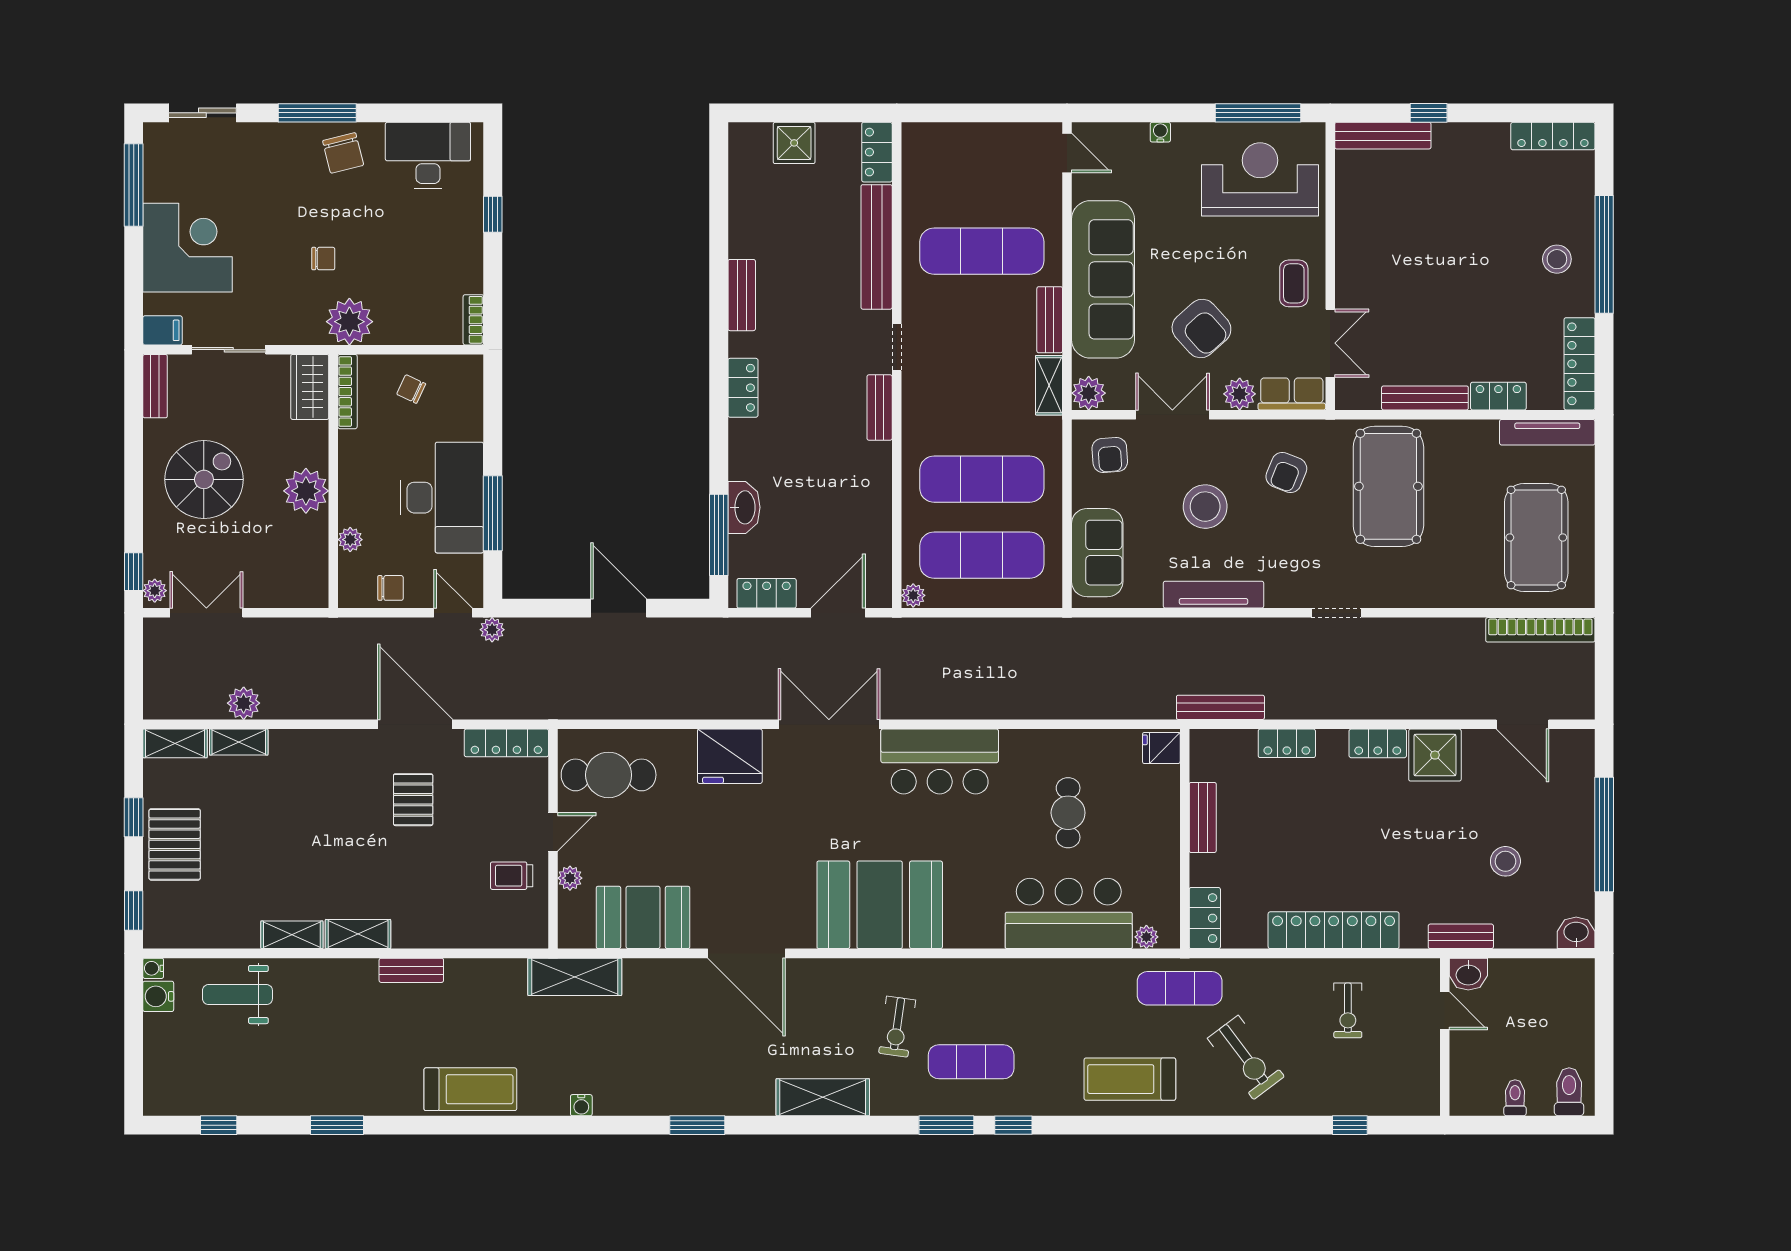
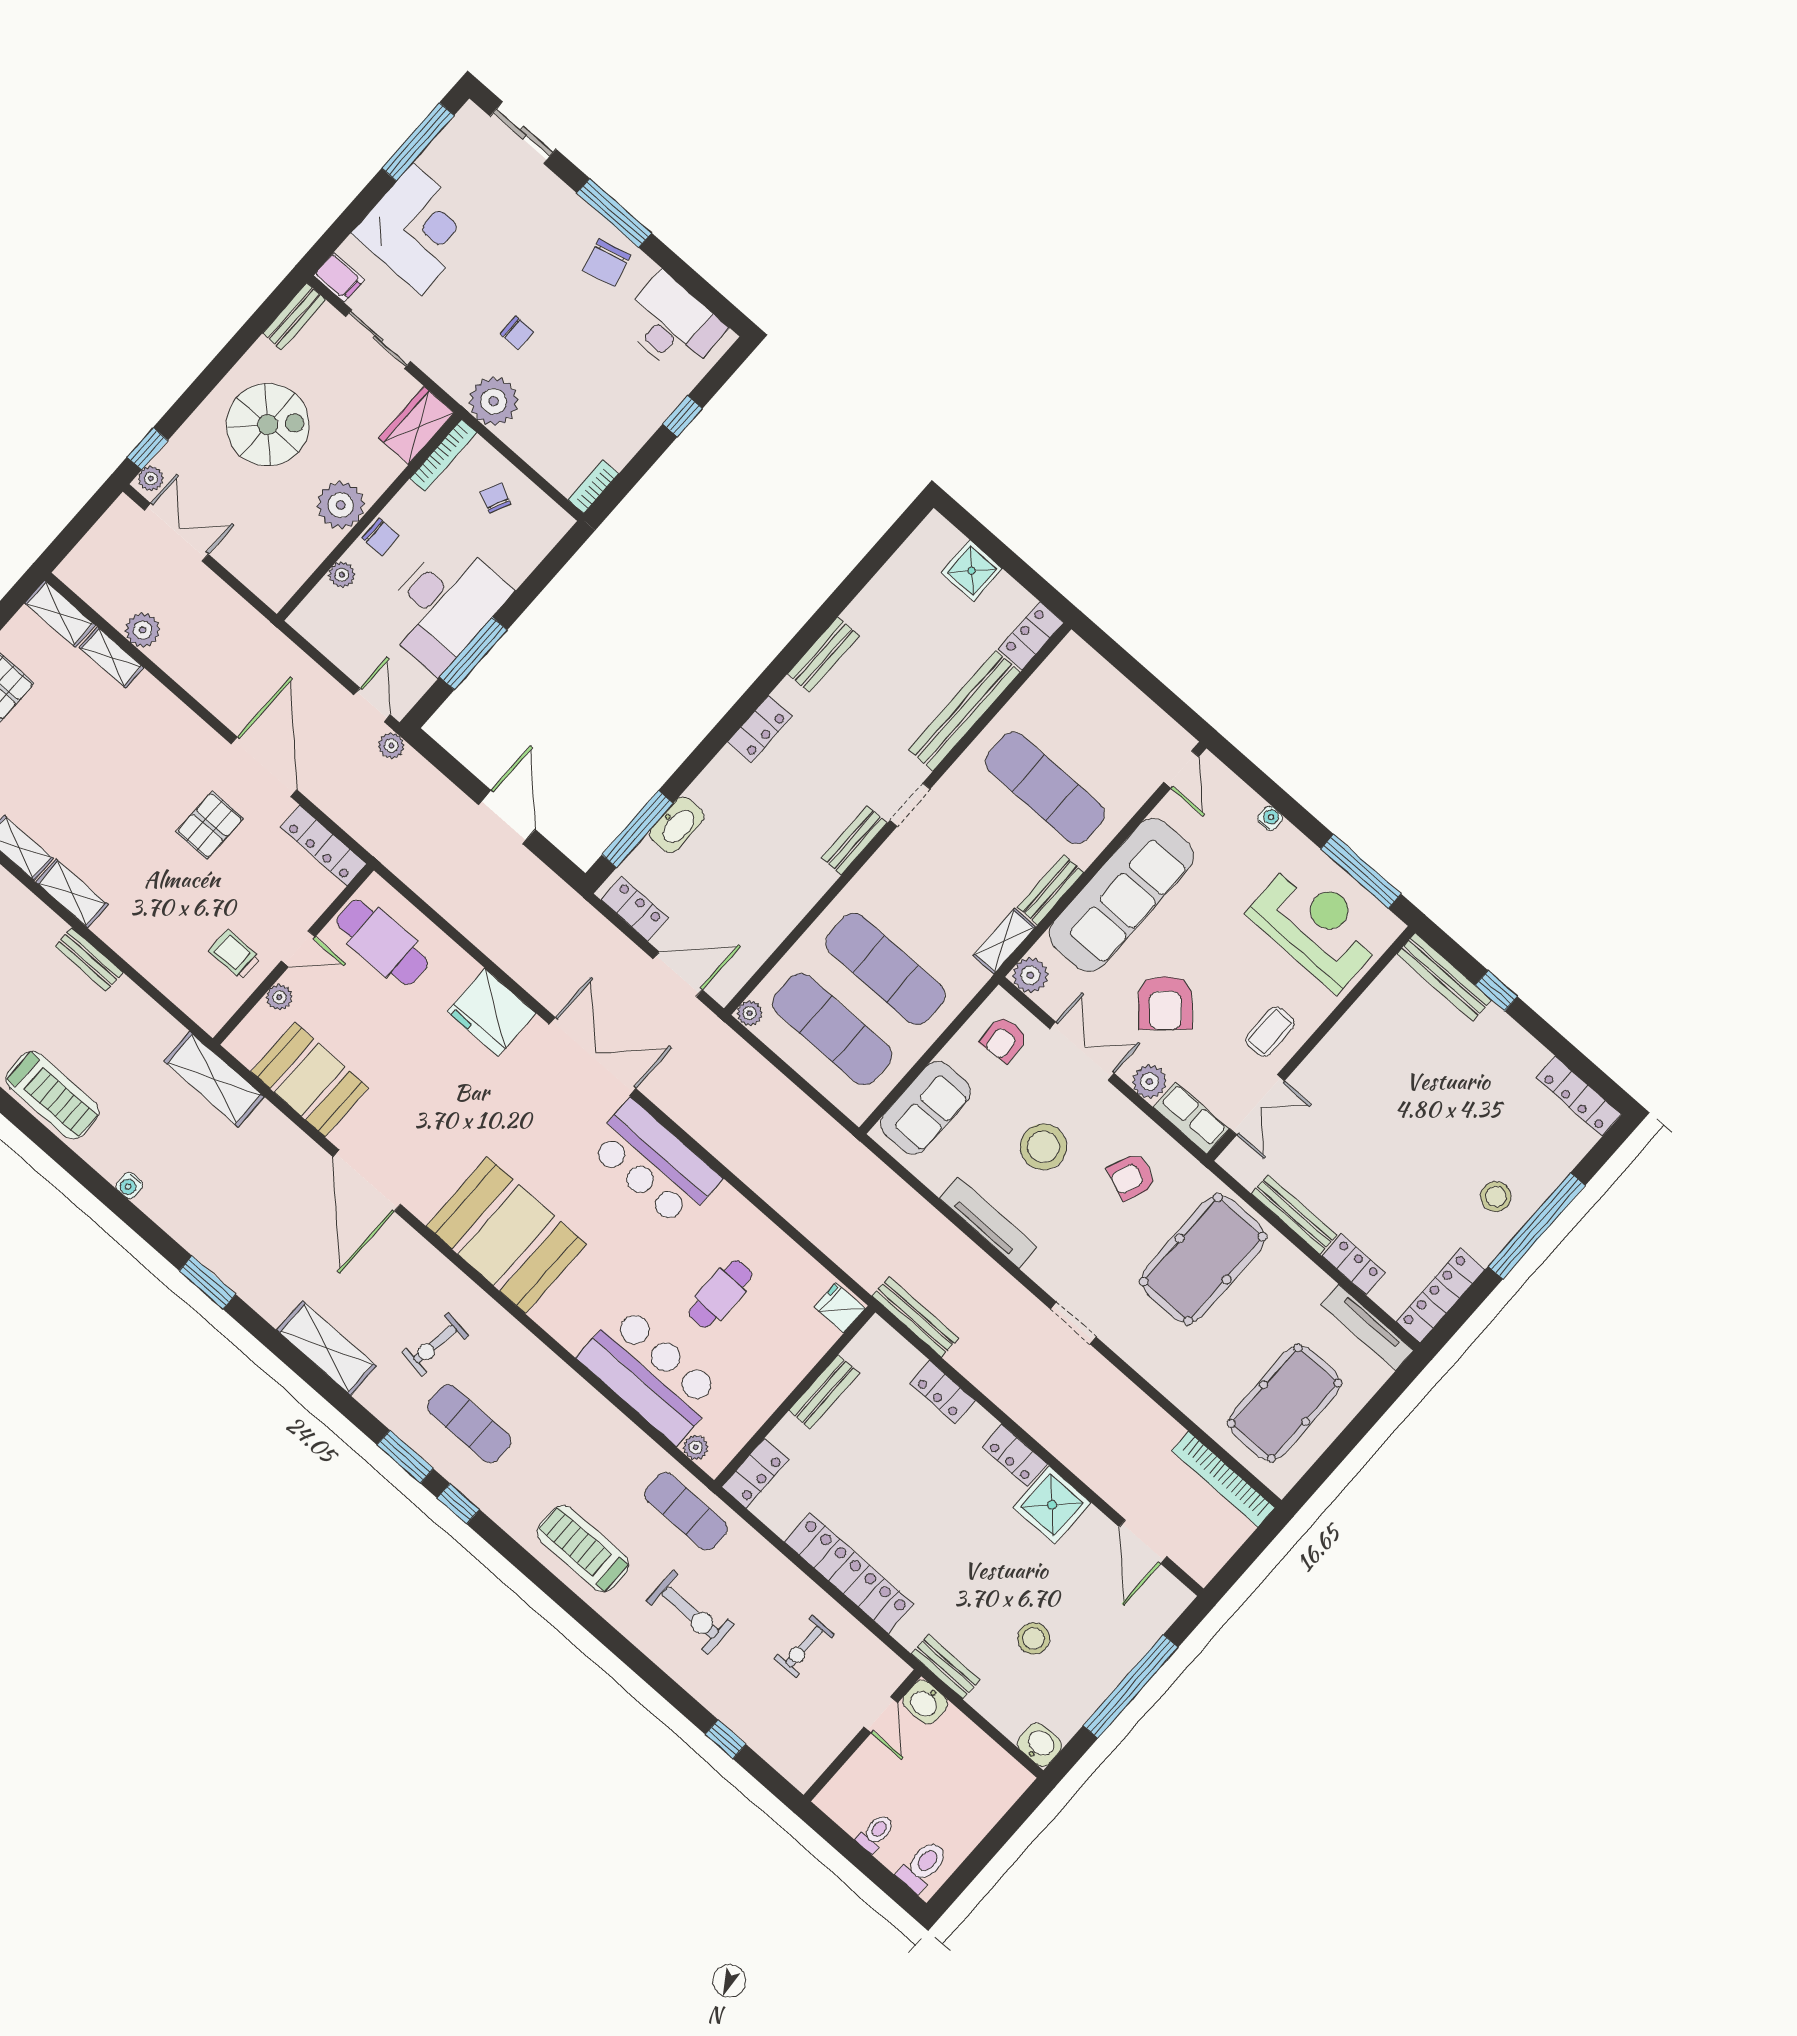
chair: (391, 588) -> (380, 537), moved
exercise bike: (1246, 1057) -> (690, 1613), turned -53

